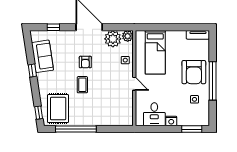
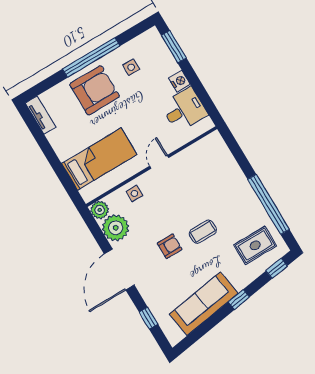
sofa: (42, 56) -> (204, 304), width x1.36
window: (32, 70) -> (239, 300), moved
rug: (58, 109) -> (255, 245), width x0.73, depth x0.70

